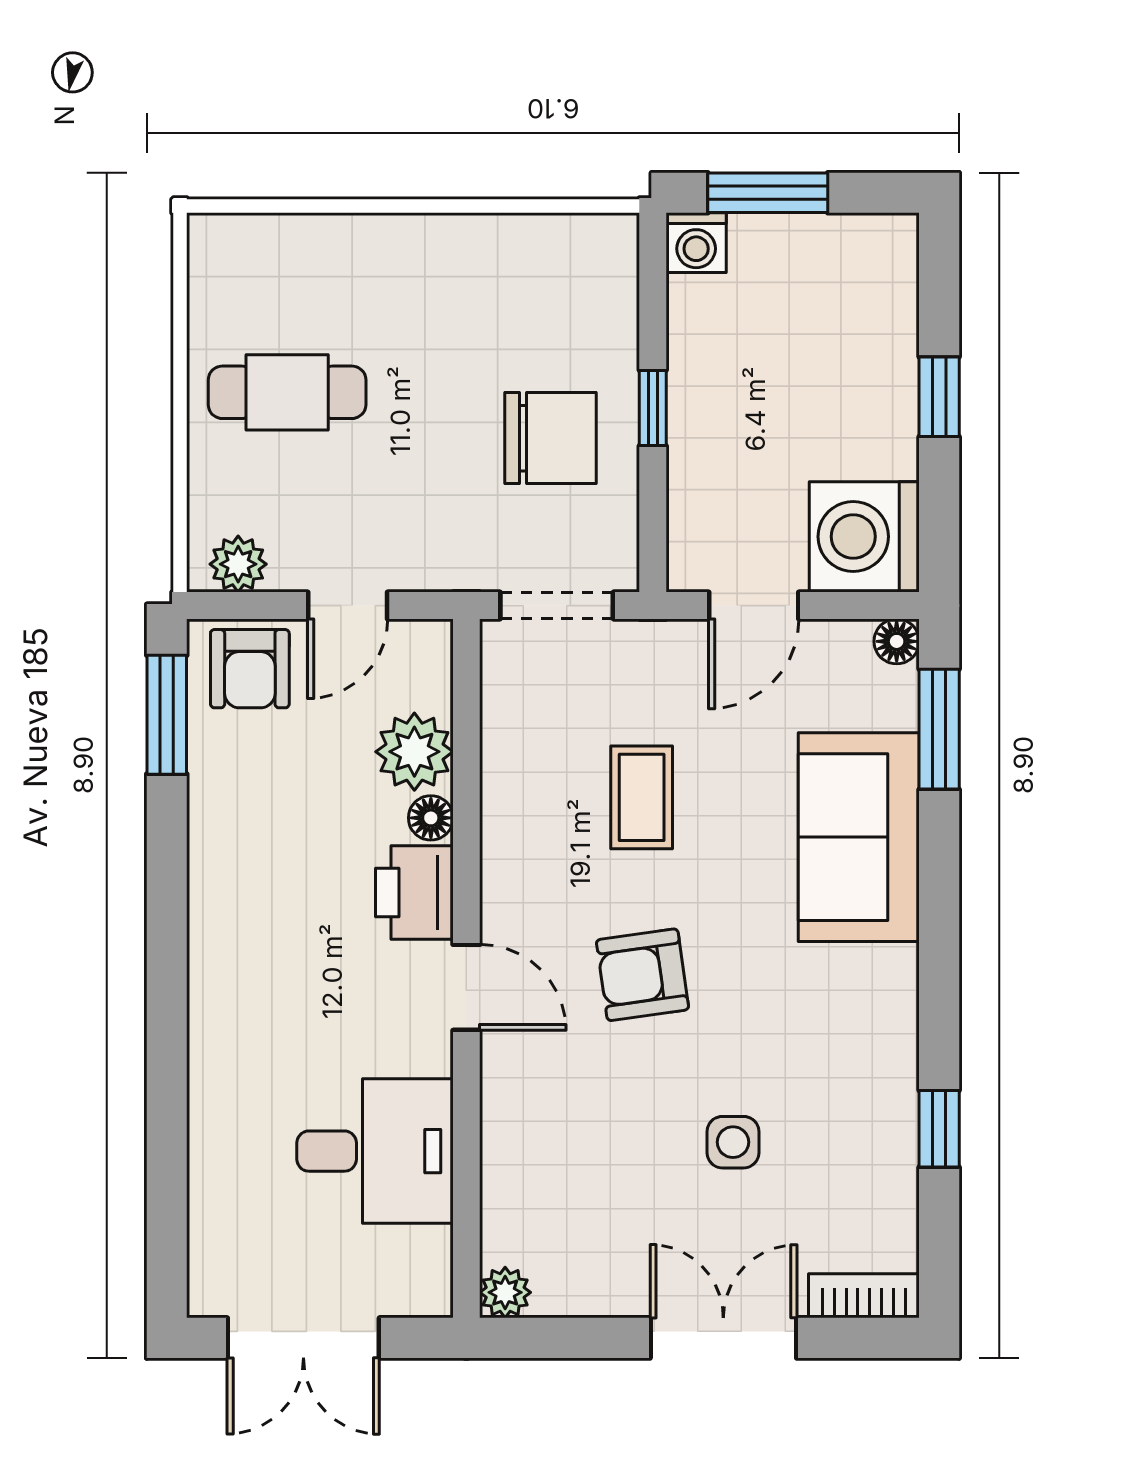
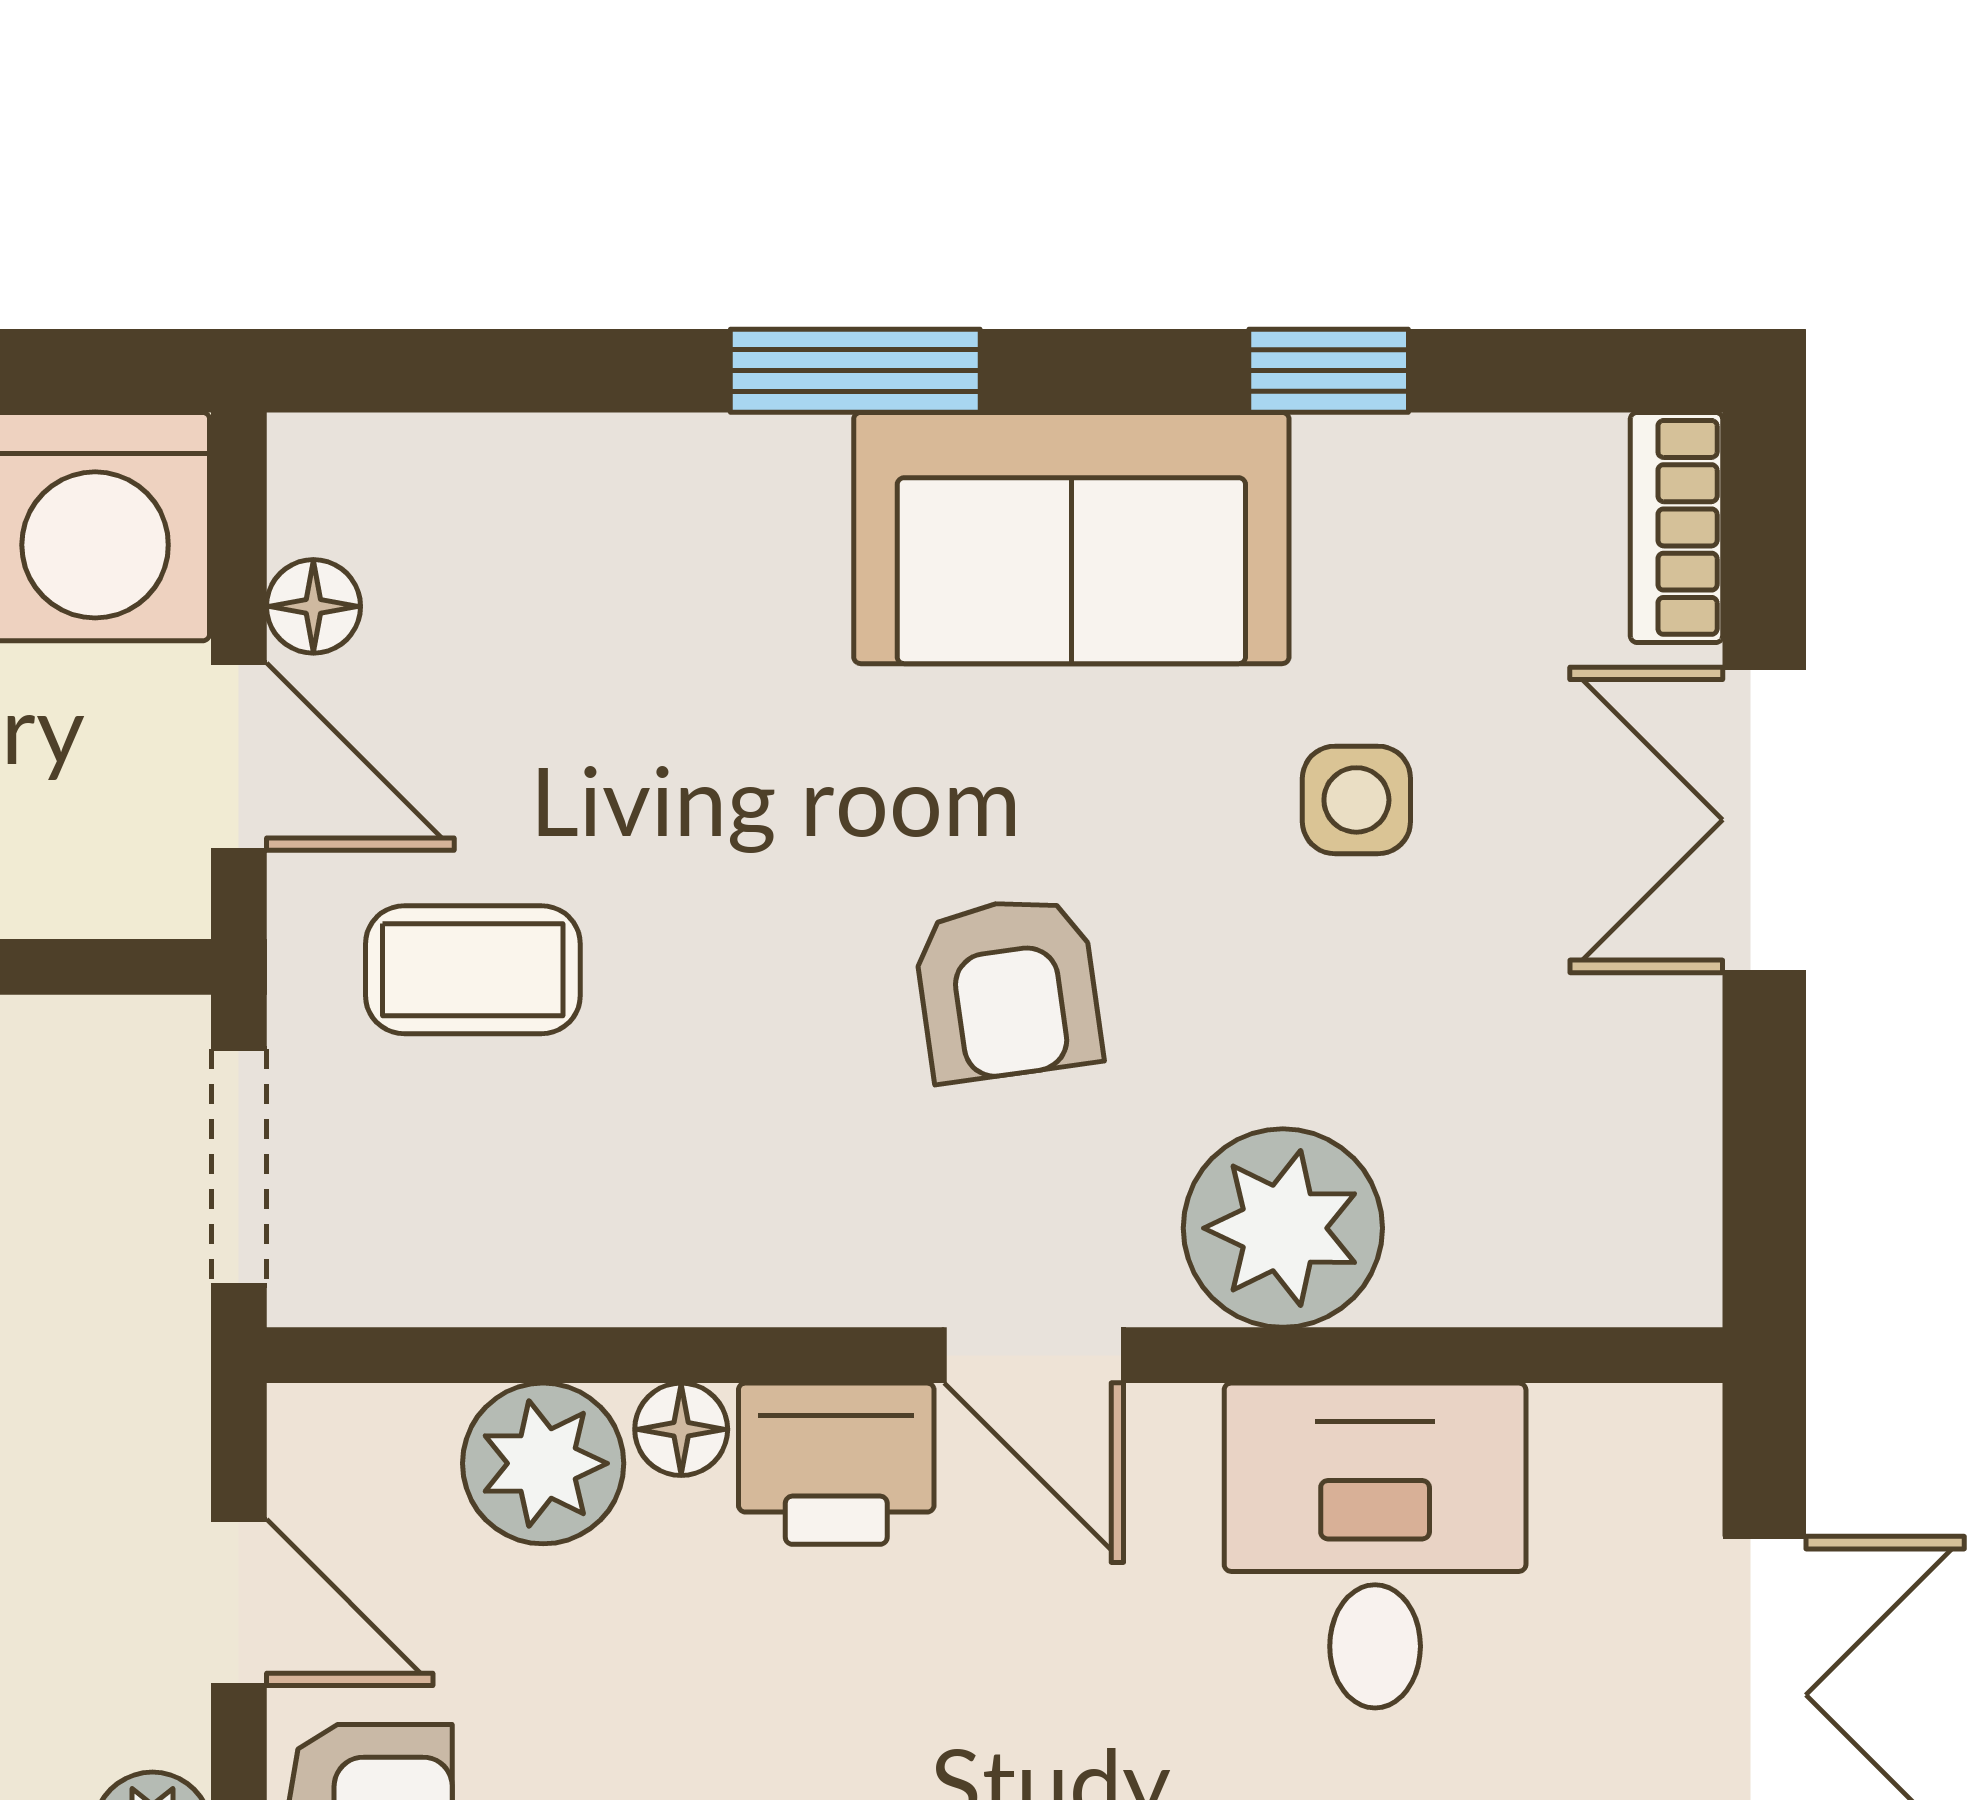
floor lamp: (897, 641) -> (313, 606), moved
window: (939, 729) -> (855, 371), moved
coffee table: (642, 797) -> (473, 970), moved
sofa: (859, 837) -> (1071, 538), moved
door: (466, 987) -> (1034, 1355), swing flipped
plant: (505, 1292) -> (1283, 1228), moved, width x1.88, depth x1.88

